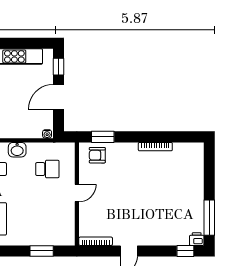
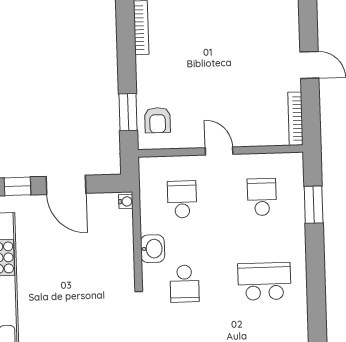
school desk: (47, 219) -> (262, 197), added

